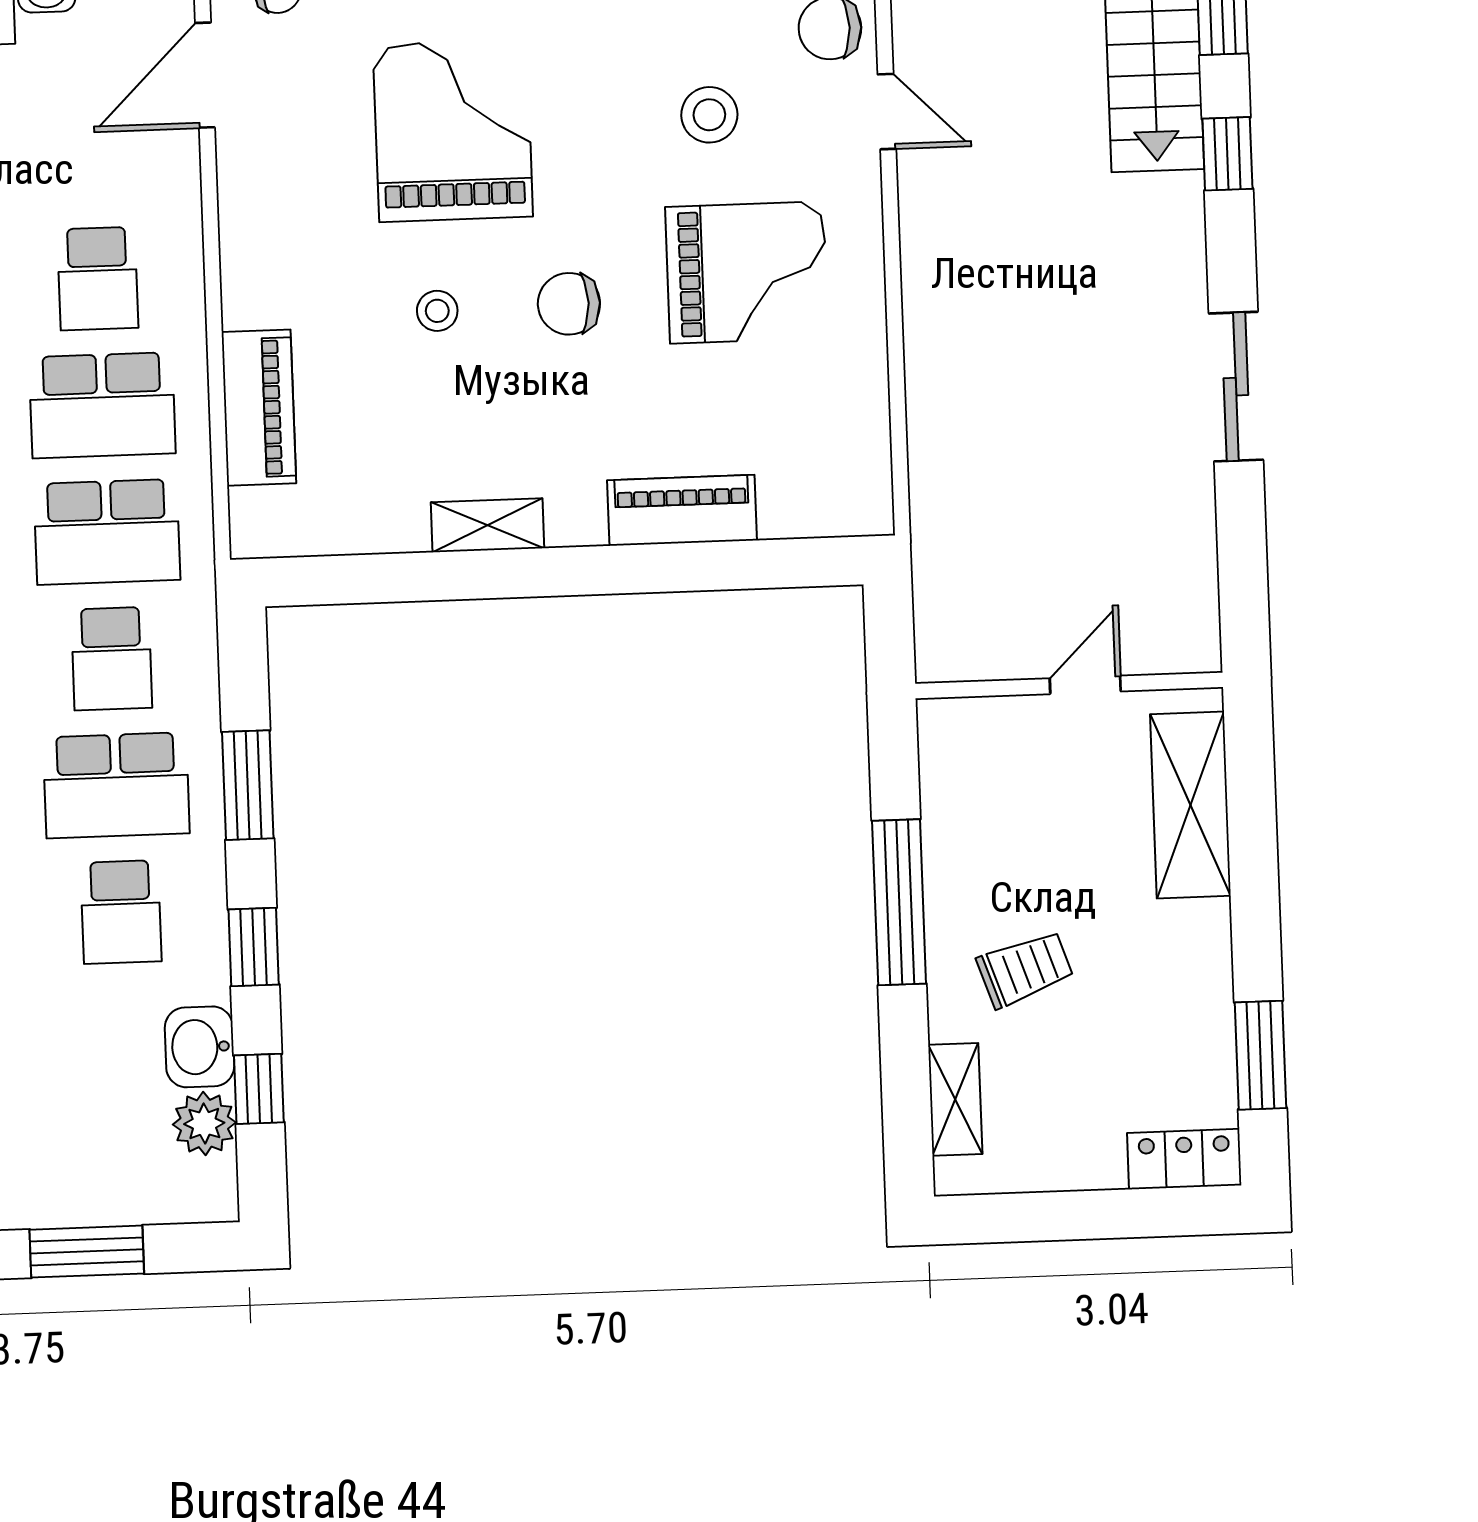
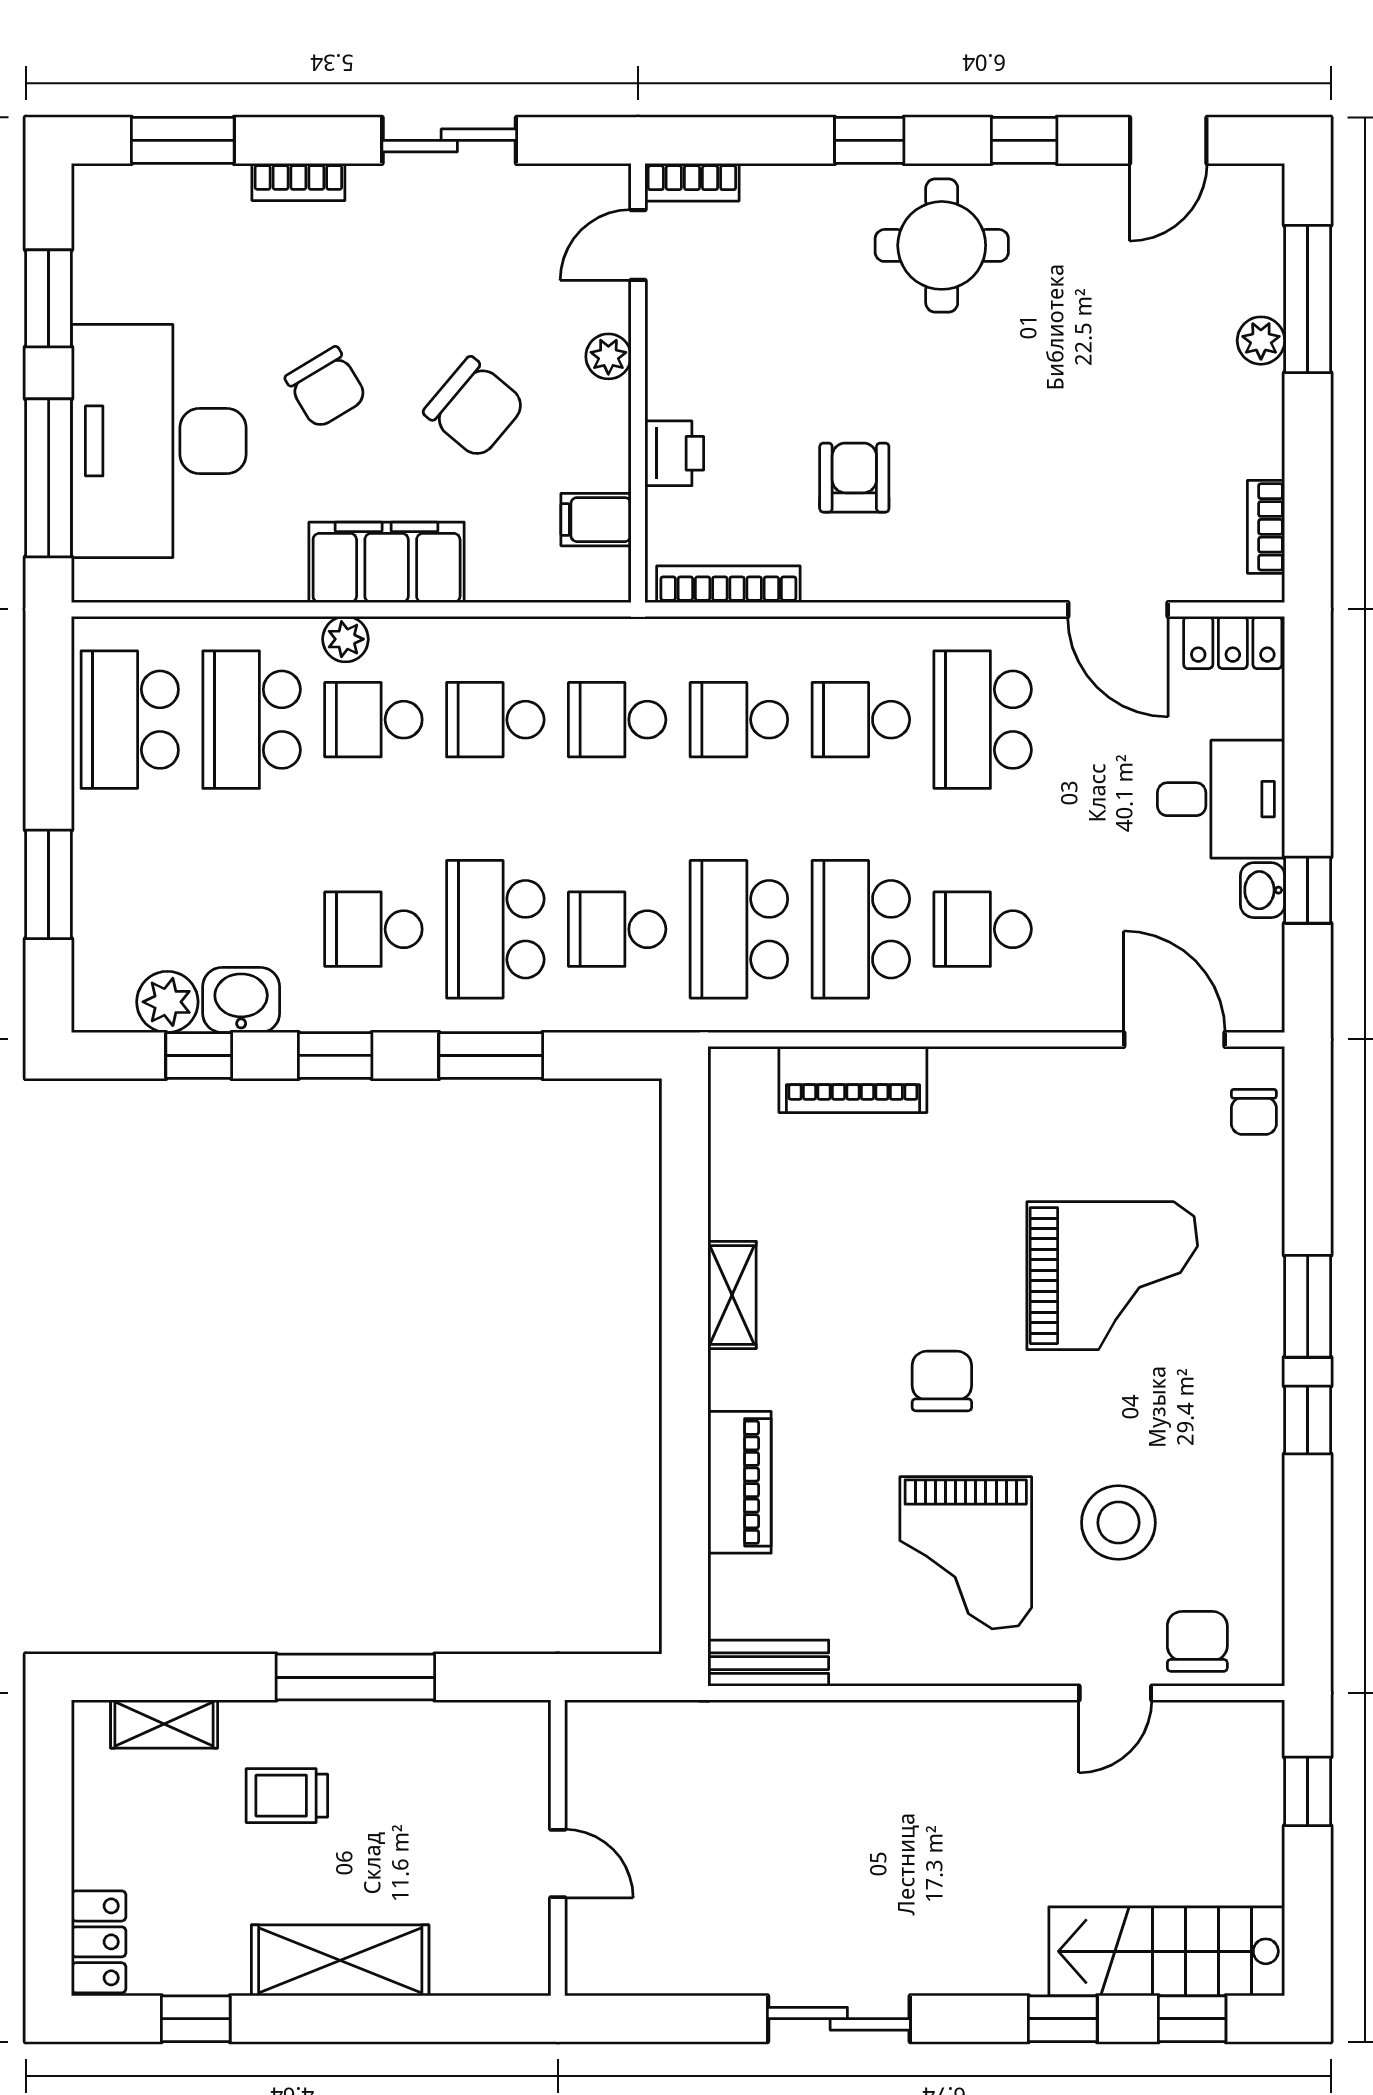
stool: (709, 115) -> (1118, 1523), width x1.38, depth x1.38
stool: (437, 311) -> (940, 1254), removed
bench: (869, 474) -> (768, 1663), added
shelving: (1190, 805) -> (340, 1960), moved
trolley: (1025, 969) -> (287, 1796), turned 109
window: (1260, 1055) -> (196, 2019), width x0.67

